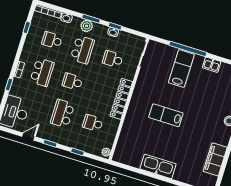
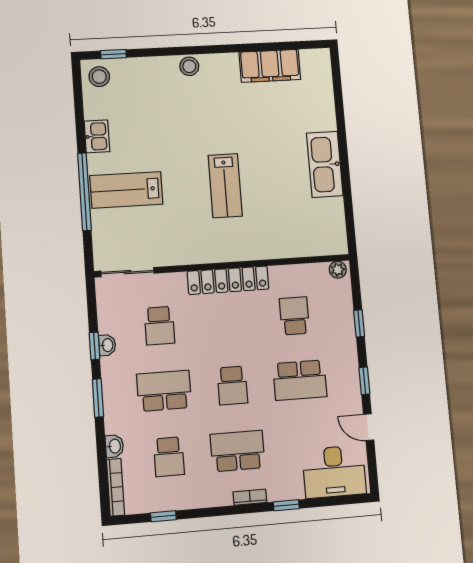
plant: (87, 26) -> (115, 401), removed
school desk: (93, 123) -> (294, 316), turned 180

